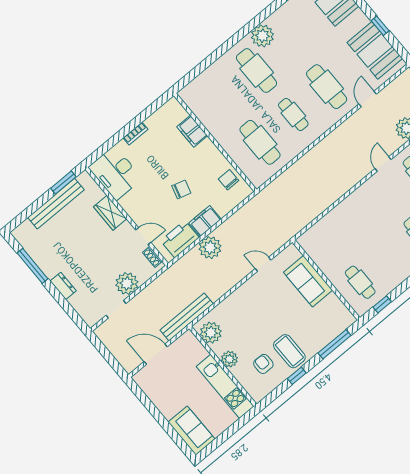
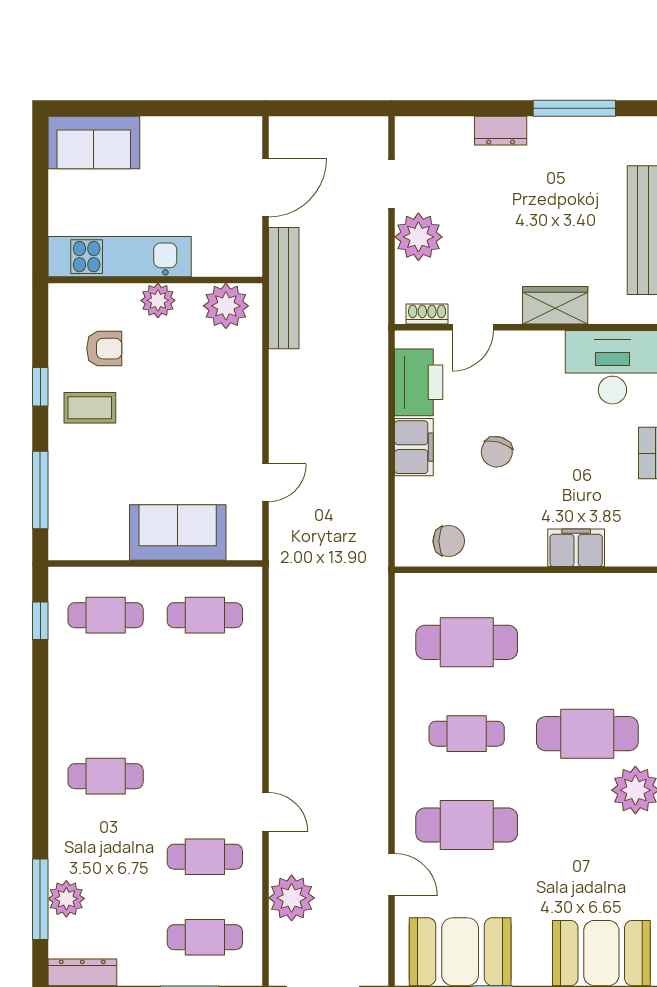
cafe table: (330, 246) -> (205, 615), added
plant: (210, 248) -> (364, 420), removed
coffee table: (289, 351) -> (90, 408), width x0.73, depth x0.77

